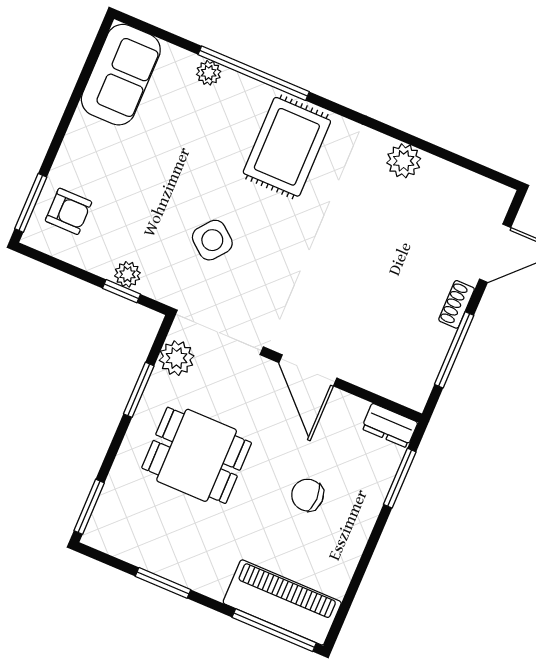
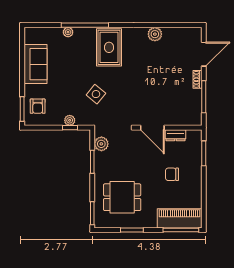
sofa: (121, 75) -> (35, 64), moved
armchair: (69, 211) -> (38, 106), turned 90
dresser: (390, 426) -> (175, 135), moved
dining table: (197, 455) -> (122, 197), moved

